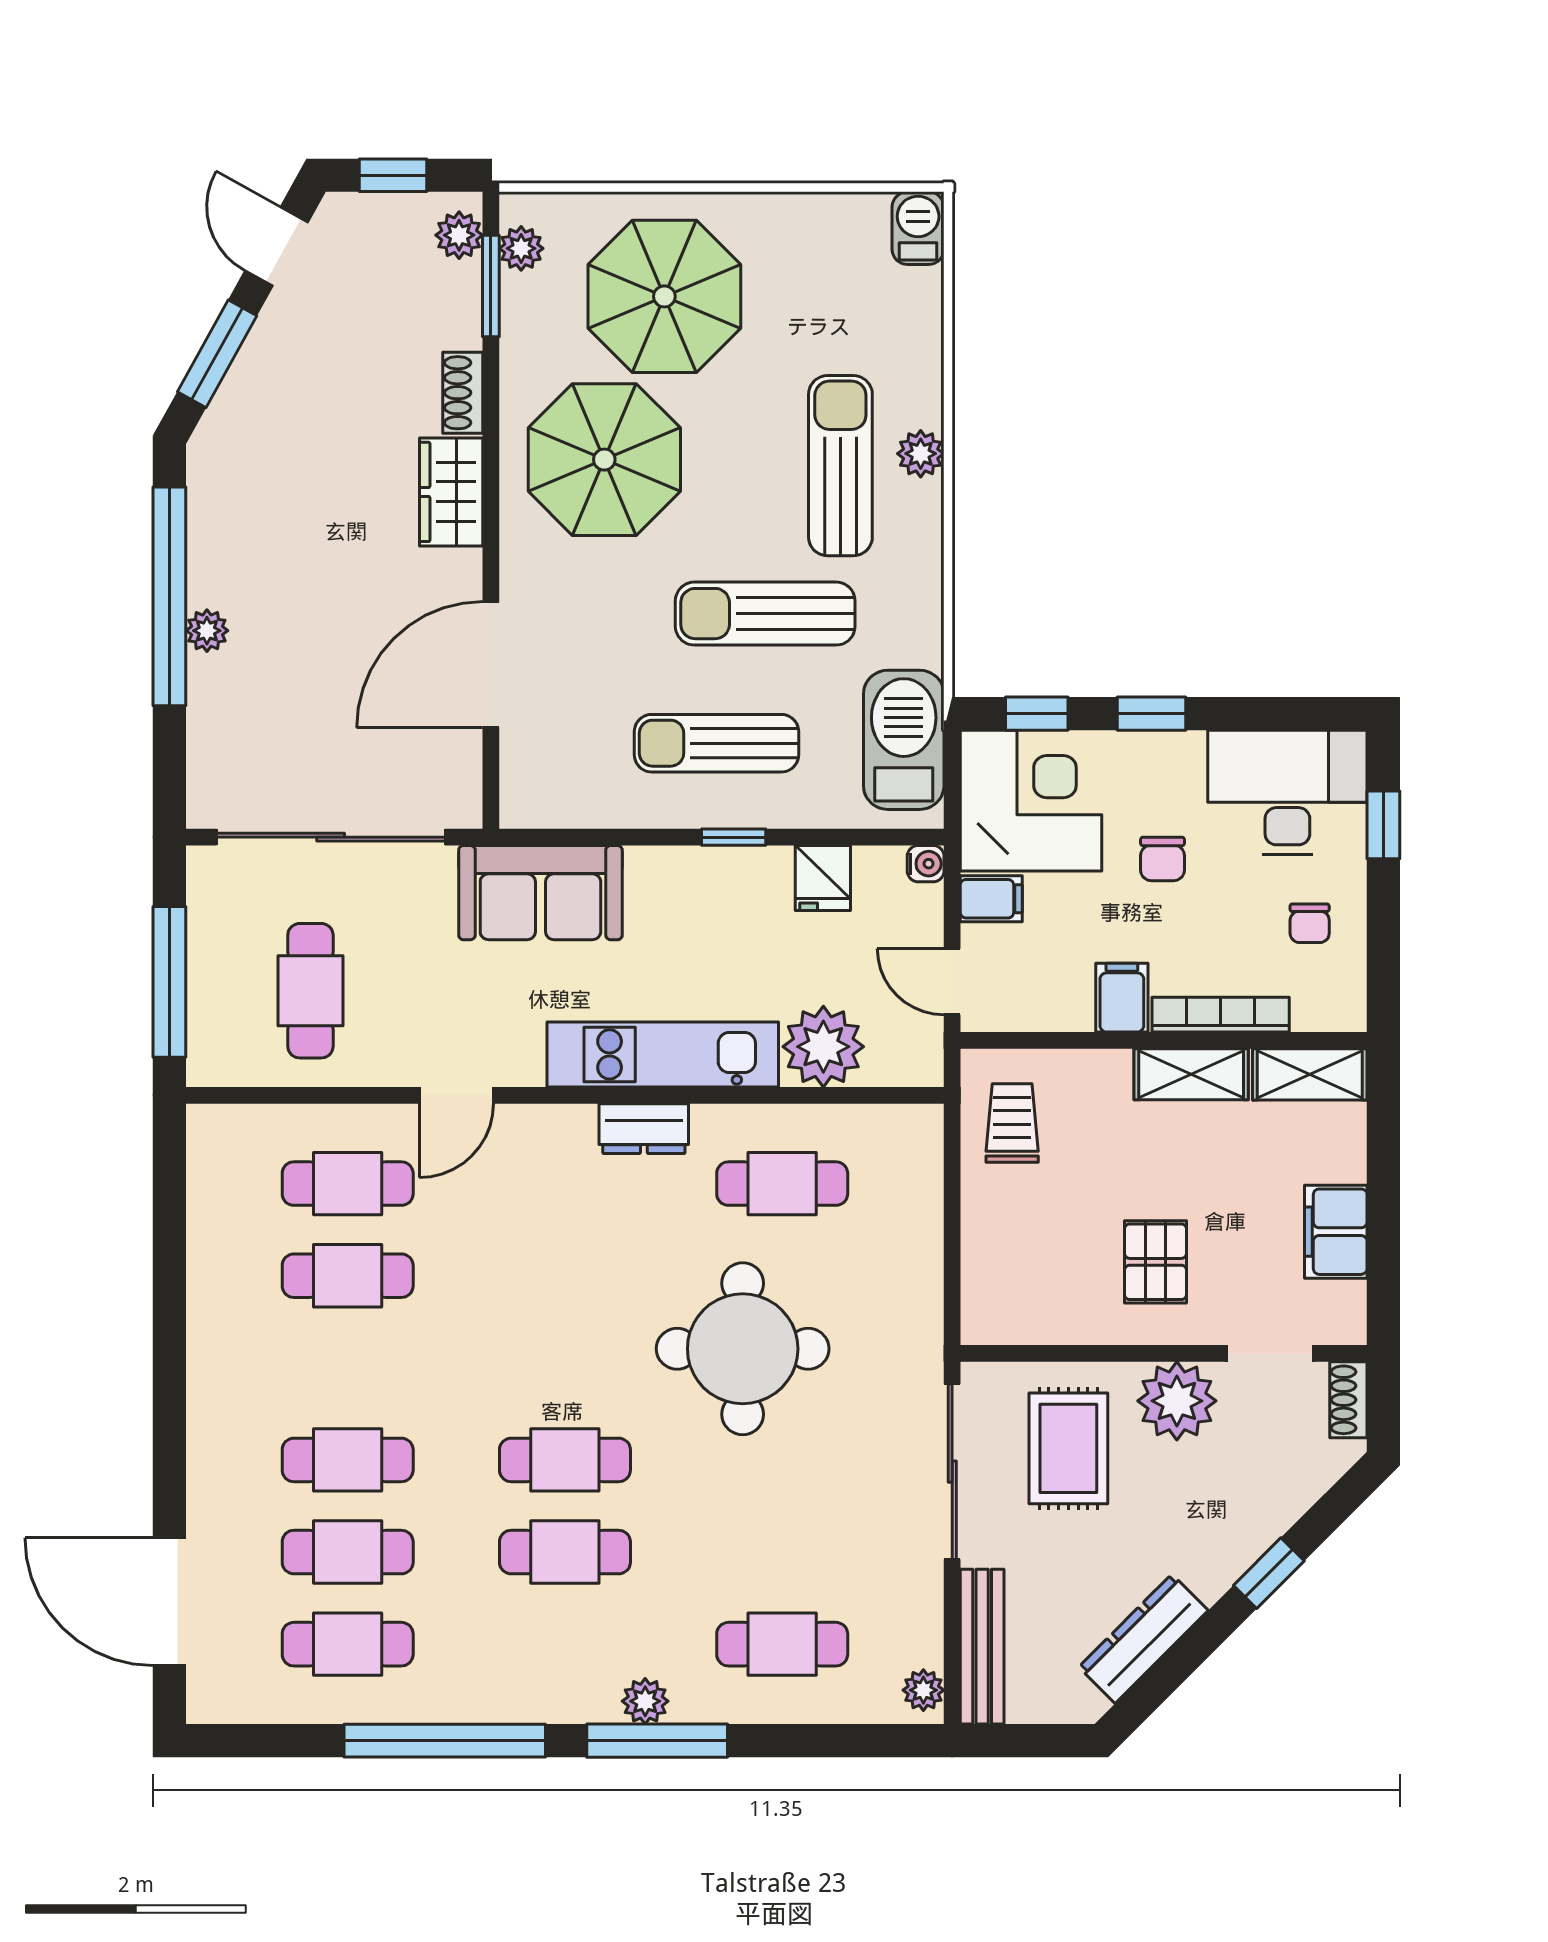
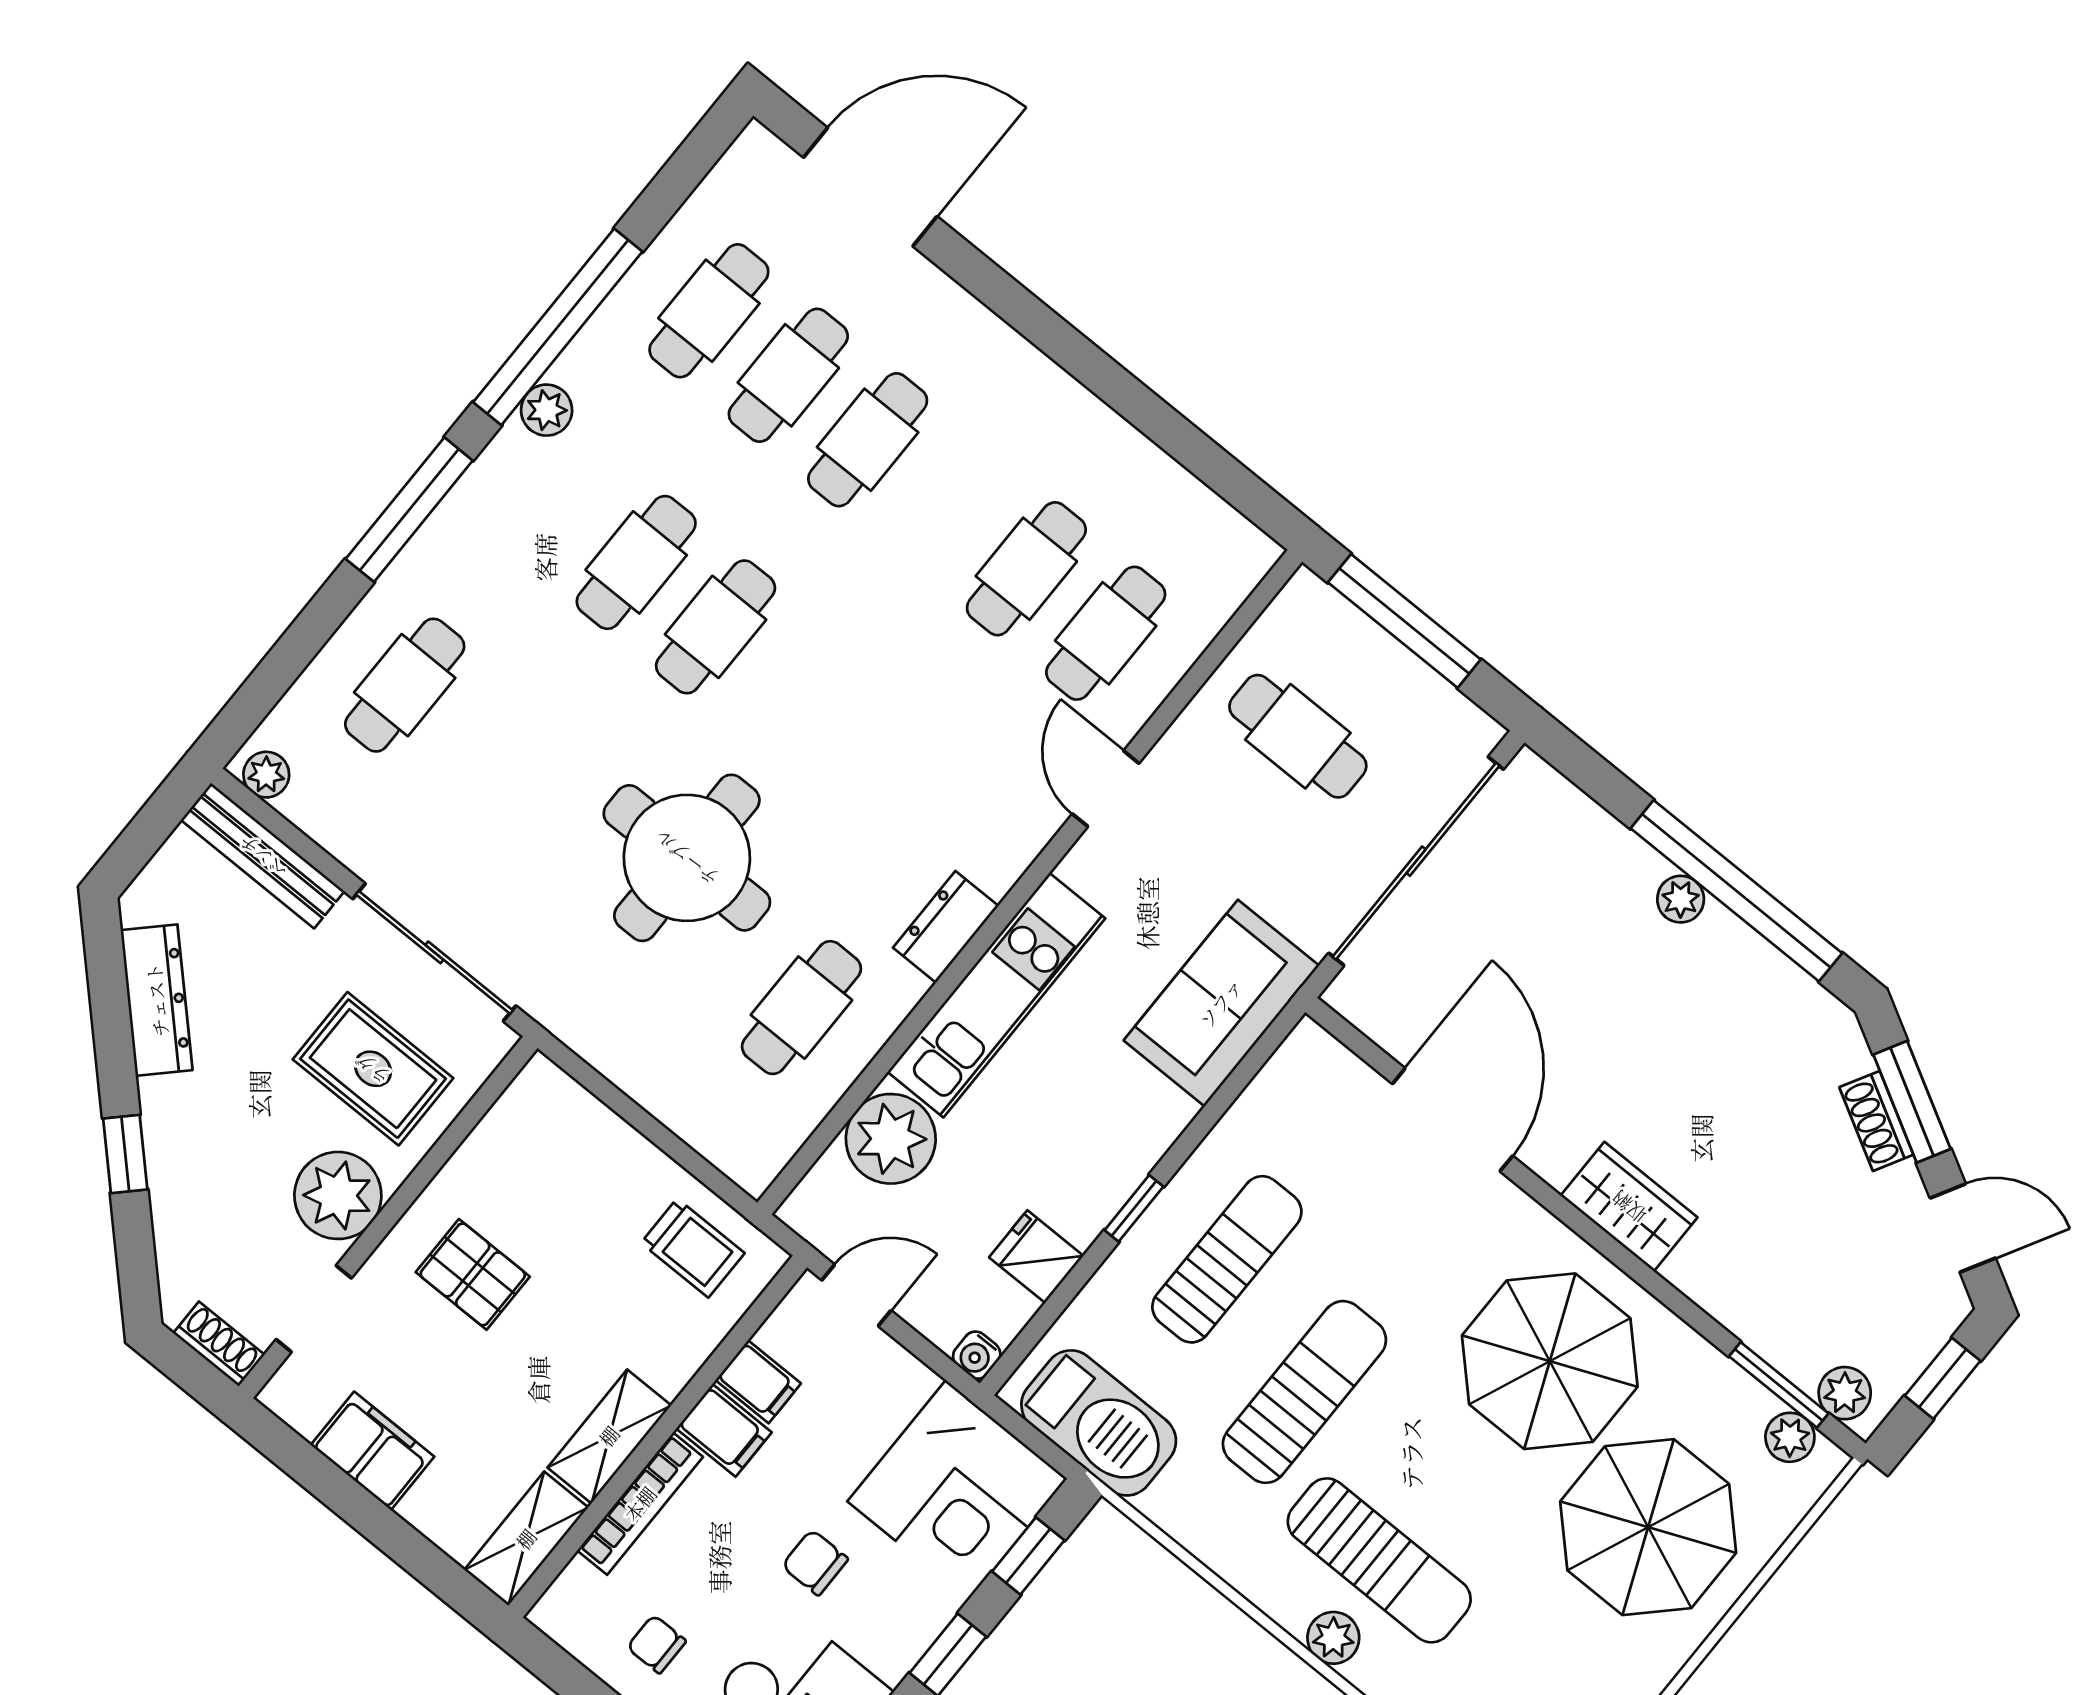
shoe rack: (463, 393) -> (1876, 1121), moved, turned -151
filing cabinet: (991, 899) -> (758, 1382), moved, turned -90
plant: (645, 1701) -> (547, 410), moved

